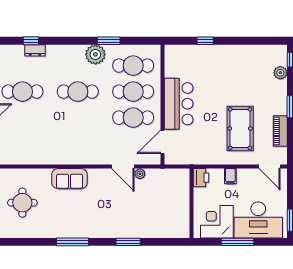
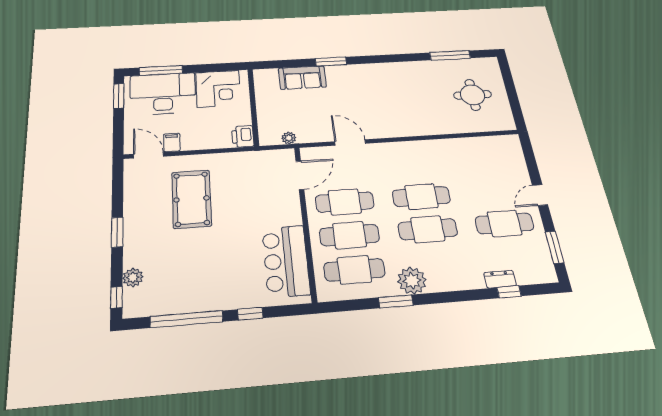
window: (246, 41) -> (187, 319), added
bar counter: (179, 104) -> (286, 261), moved
cafe table: (78, 118) -> (421, 197), added
piano: (280, 131) -> (133, 200), removed
plant: (140, 174) -> (289, 138), moved
filing cabinet: (230, 176) -> (172, 142), moved
sofa: (69, 179) -> (302, 78), moved, turned 180
window: (72, 242) -> (450, 55), moved
window: (237, 242) -> (161, 70), moved

